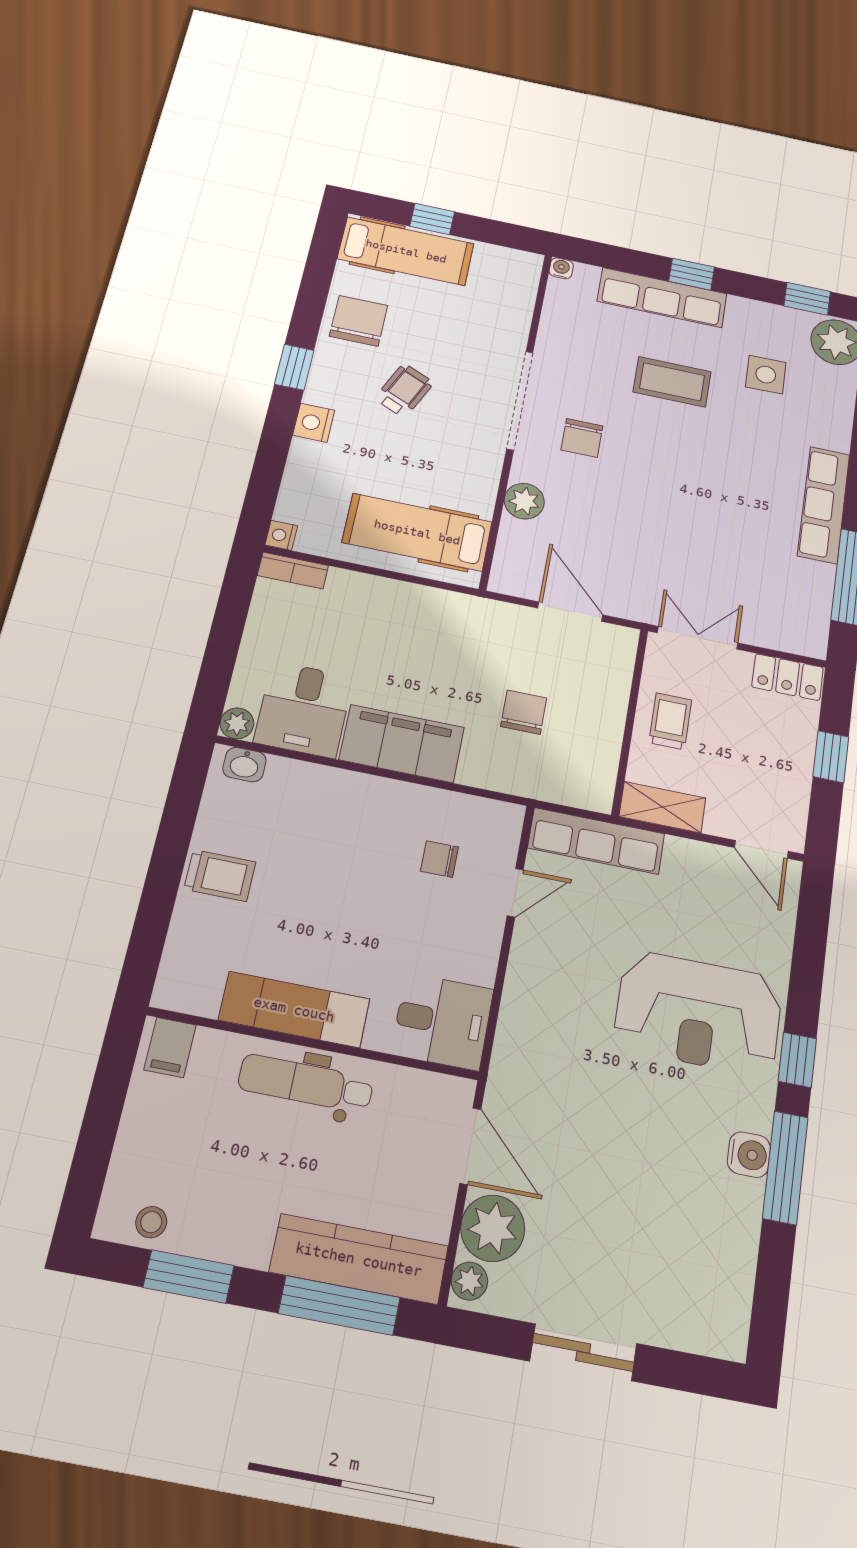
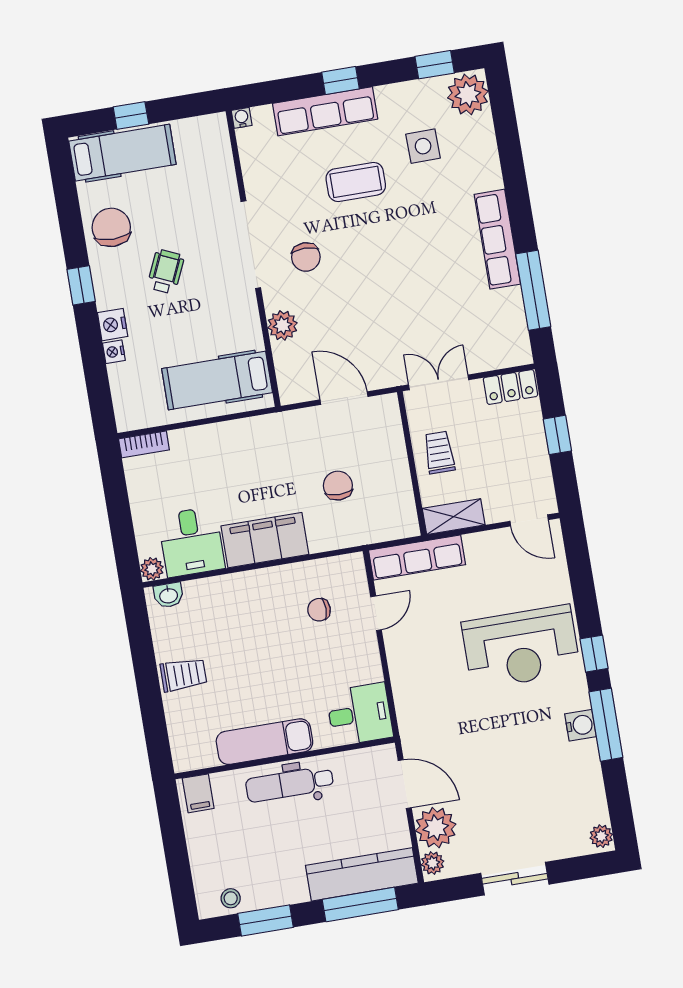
nightstand: (281, 535) -> (114, 352), moved
plant: (731, 1334) -> (601, 836), added

